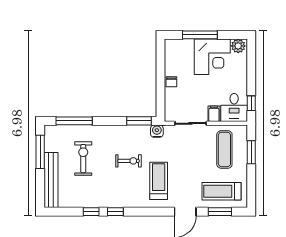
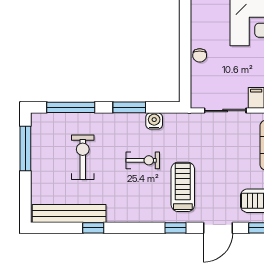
window: (139, 121) -> (129, 107), moved
water cooler: (157, 131) -> (154, 121), moved
bench: (51, 180) -> (69, 213), moved, turned 90
window: (115, 212) -> (176, 228), moved

